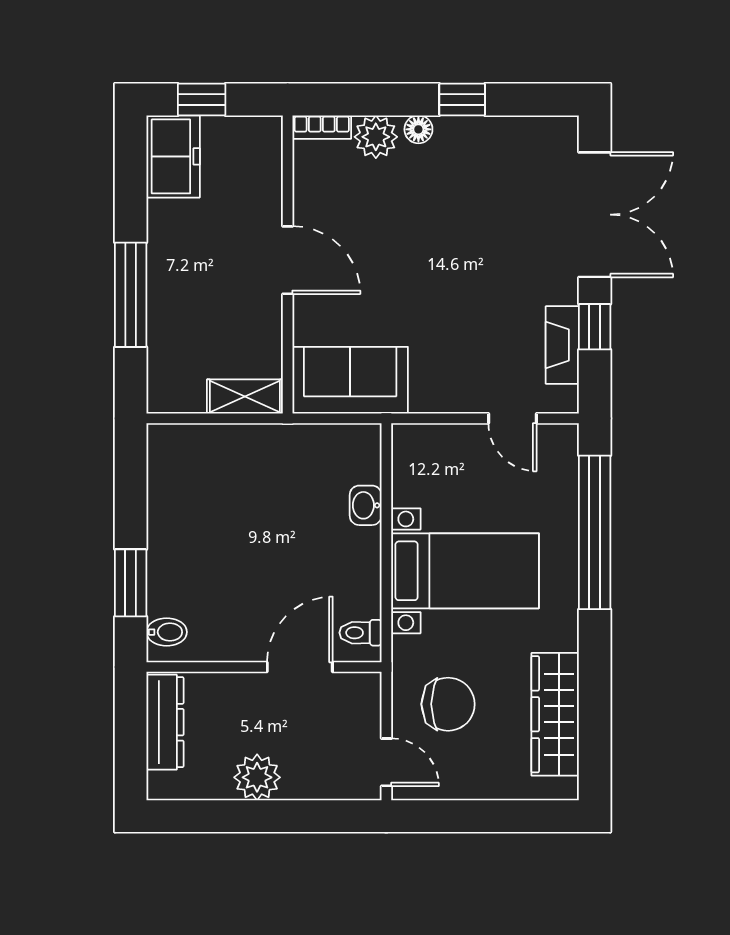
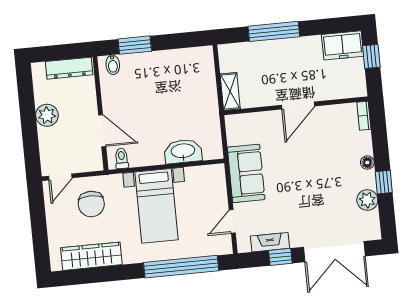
plant: (376, 137) -> (367, 200), moved
sofa: (350, 380) -> (246, 173), moved
washbasin: (366, 505) -> (183, 151), width x1.91, depth x1.45

